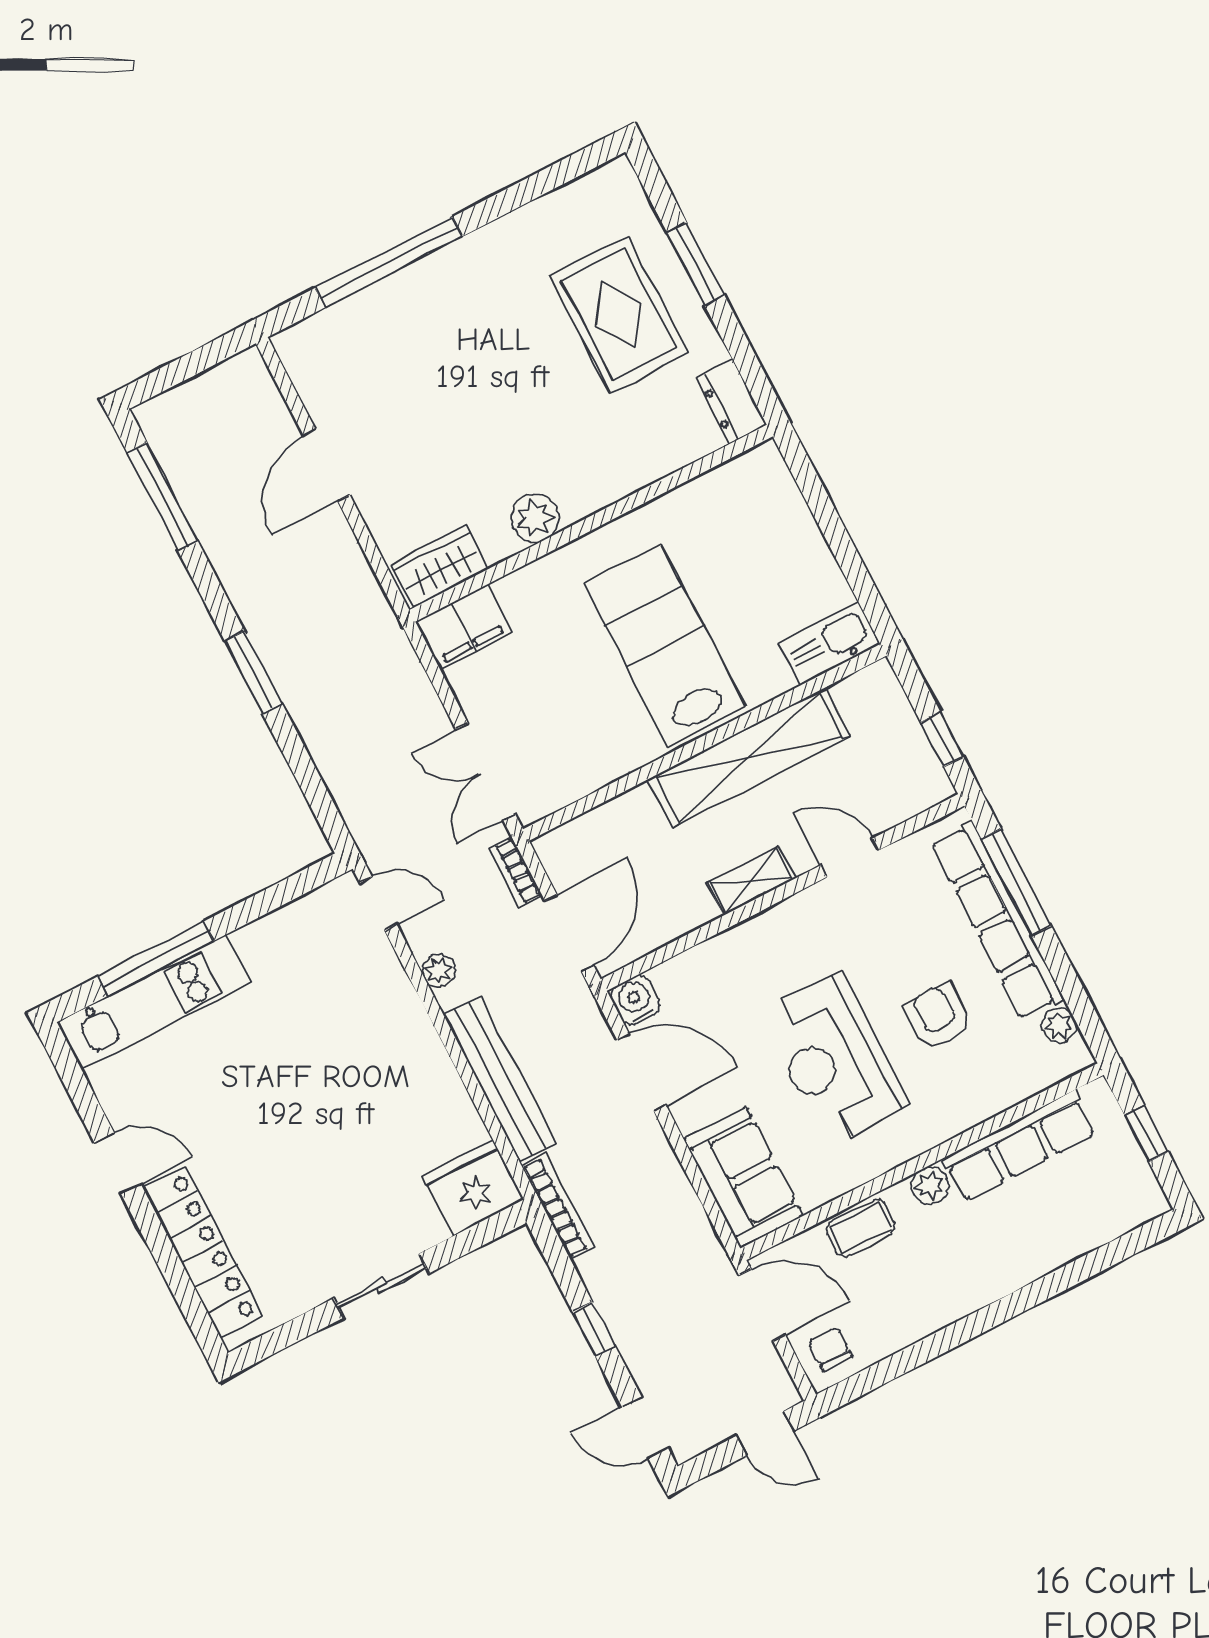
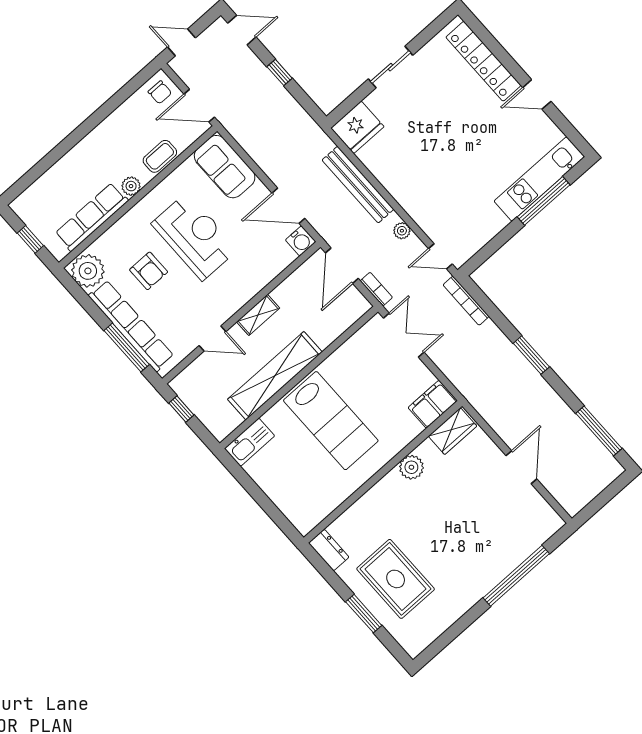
plant: (1059, 1026) -> (88, 271), width x1.88, depth x1.88
bookcase: (558, 1206) -> (466, 301), moved

